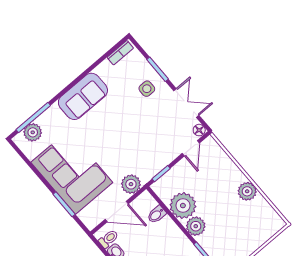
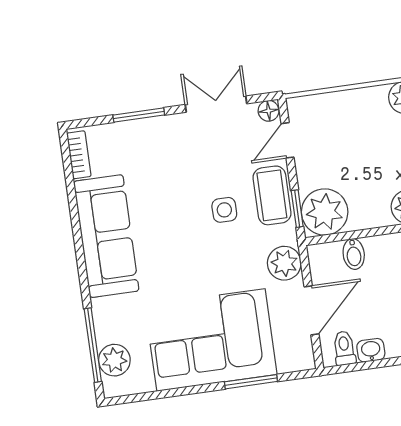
side table: (147, 89) -> (224, 210), moved
sofa: (83, 96) -> (106, 236), width x1.36
door: (191, 148) -> (288, 140), swing flipped
coffee table: (160, 158) -> (272, 195), added
plant: (183, 206) -> (325, 212), moved

